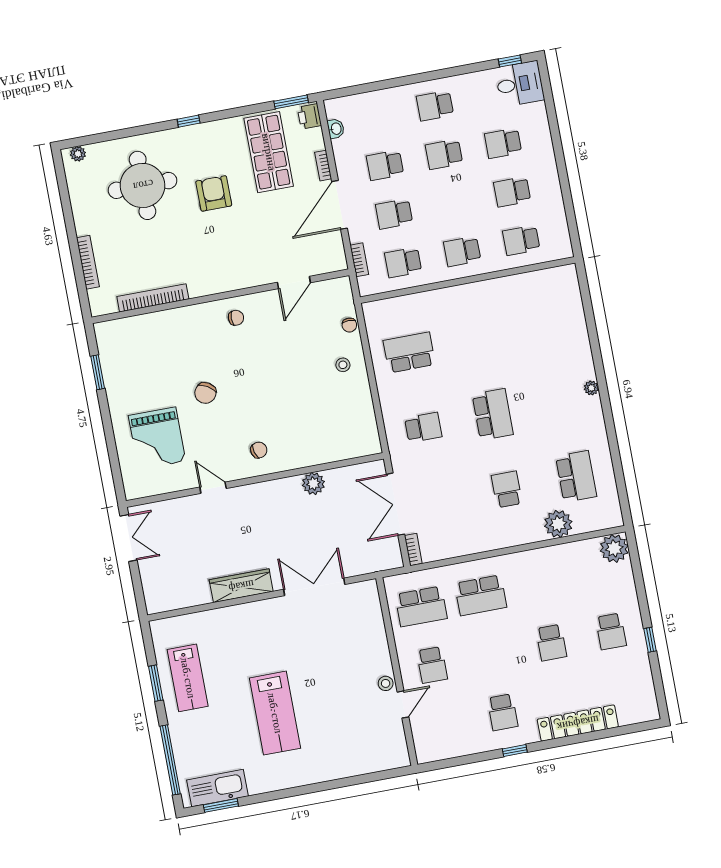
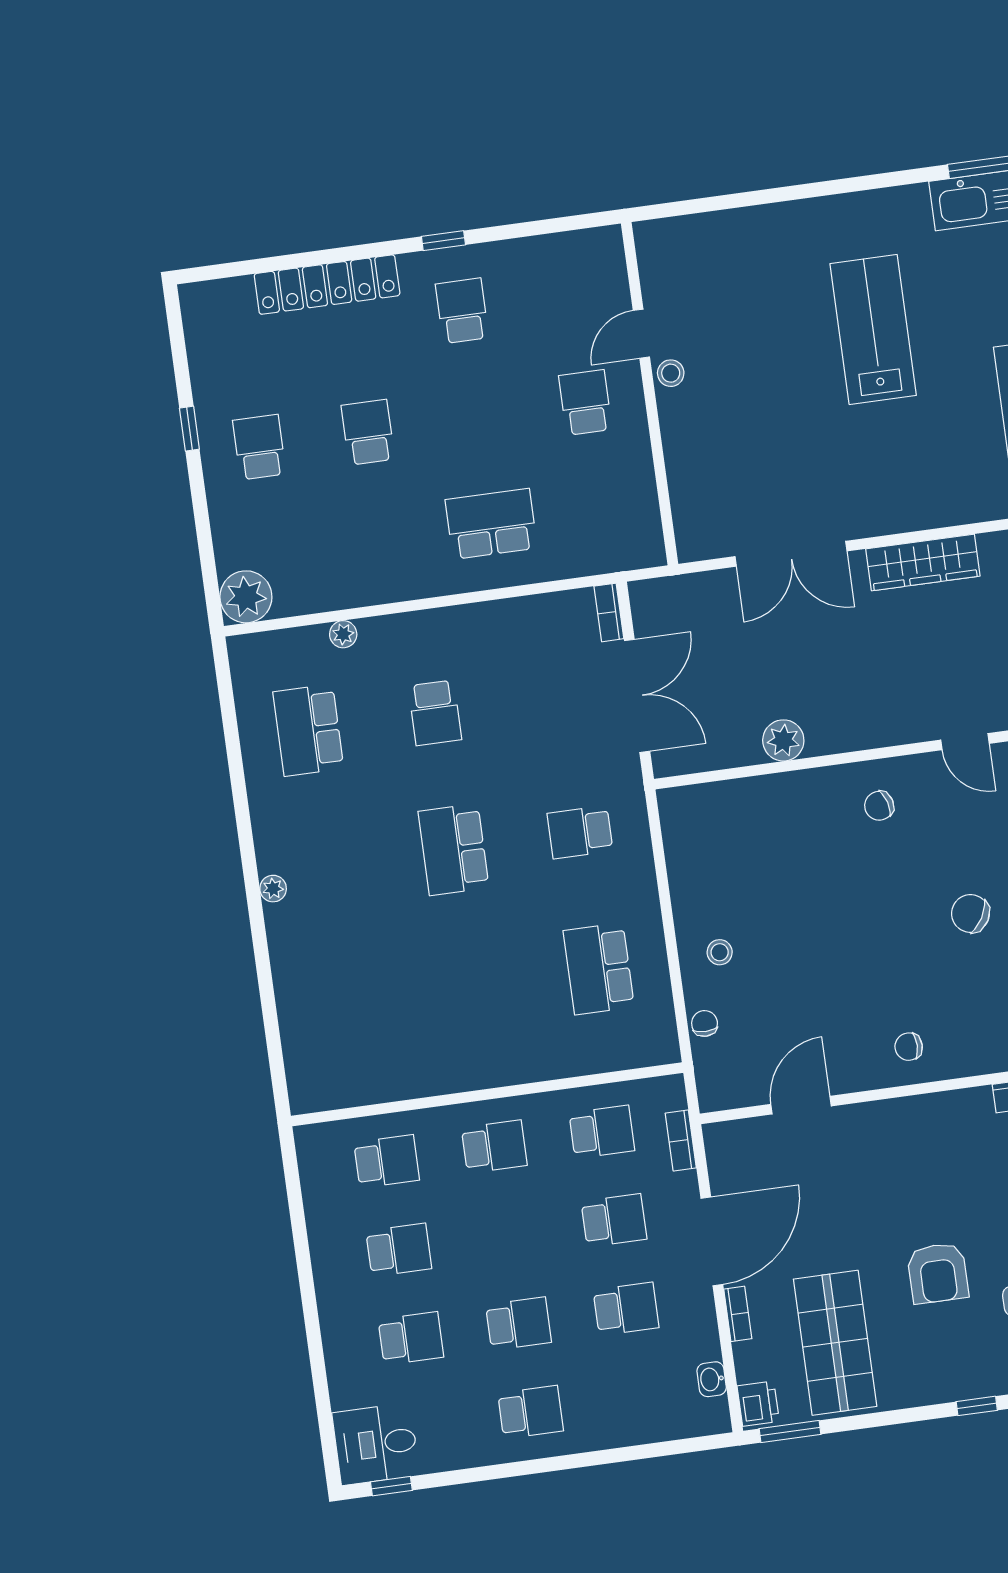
school desk: (409, 352) -> (599, 969), turned 90
chair: (205, 393) -> (970, 914), turned -91
plant: (558, 524) -> (343, 634), width x0.53, depth x0.53
school desk: (421, 606) -> (600, 509), removed

